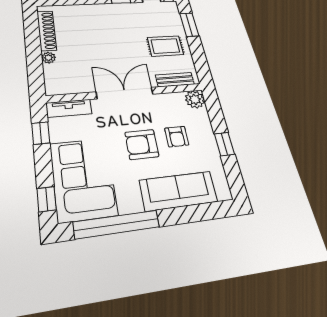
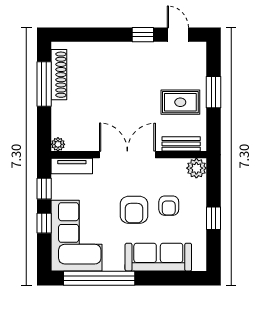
window: (189, 25) -> (214, 92), moved
window: (33, 39) -> (44, 84), added
plant: (49, 58) -> (58, 144), moved
armchair: (142, 144) -> (134, 210), turned -90
window: (47, 199) -> (44, 223), moved

